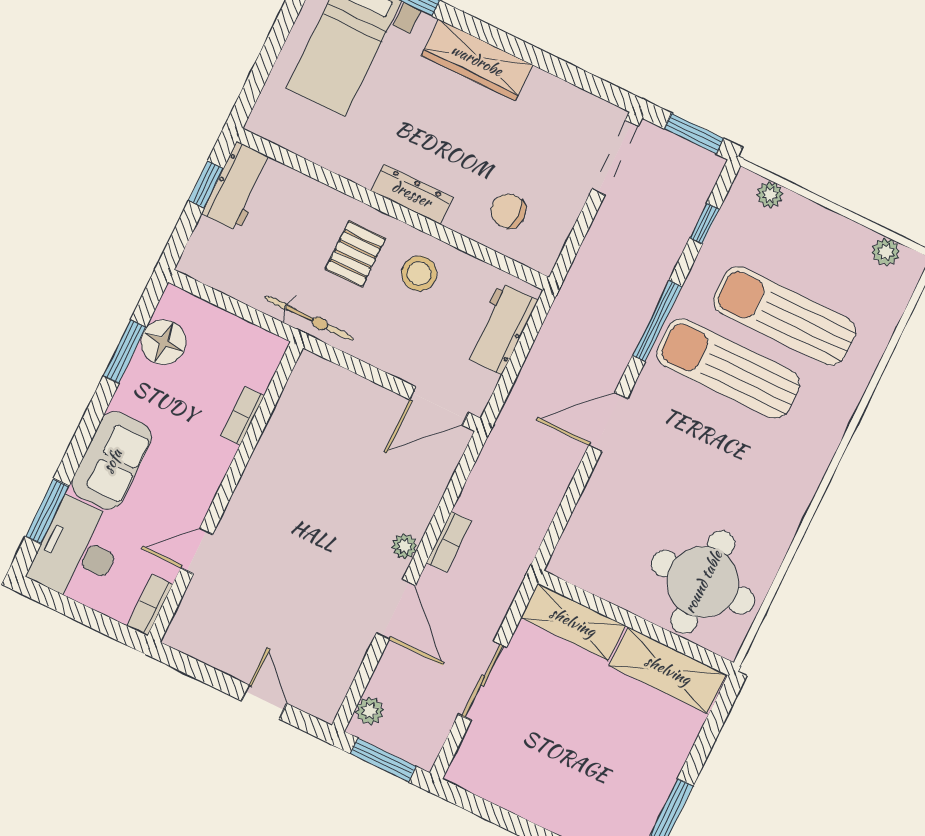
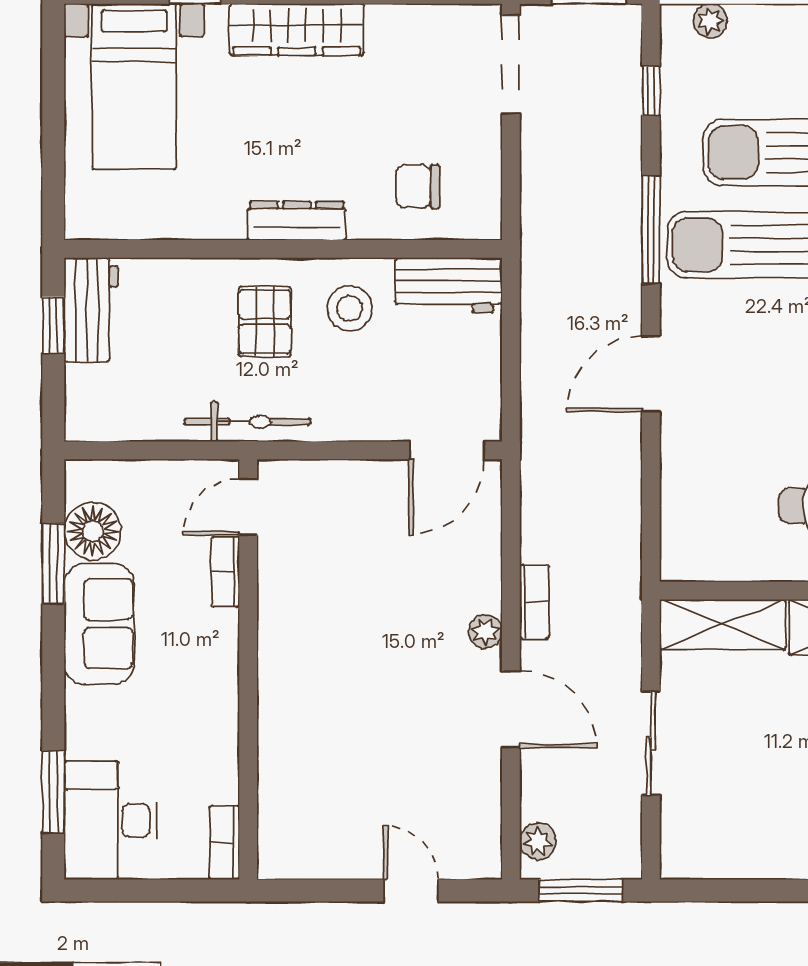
workbench: (501, 328) -> (449, 285), moved, turned -90
sofa: (112, 461) -> (99, 624), moved
door: (197, 551) -> (248, 507), moved

